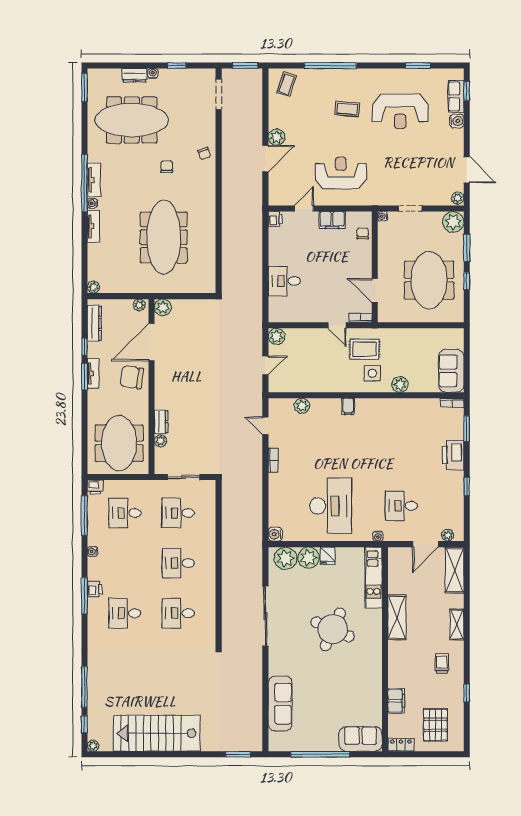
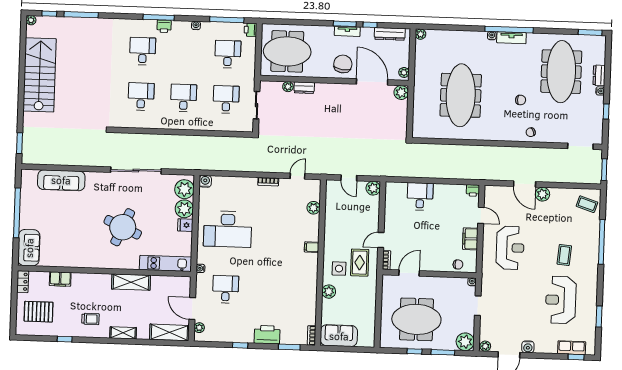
water cooler: (457, 121) -> (528, 347), moved
tv unit: (93, 226) -> (472, 36), removed
meeting table: (164, 237) -> (461, 95), turned 90

